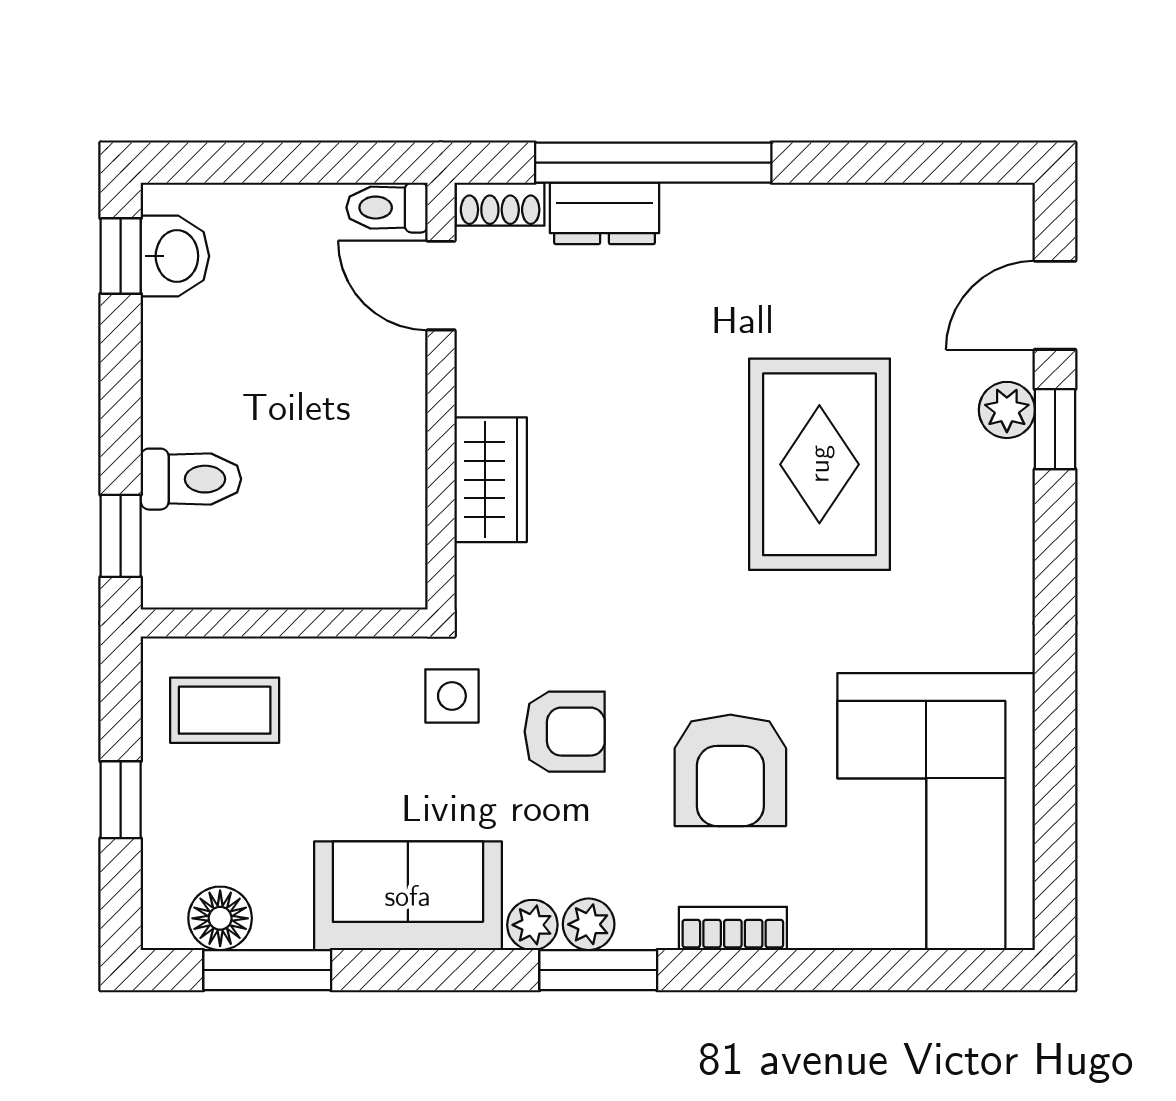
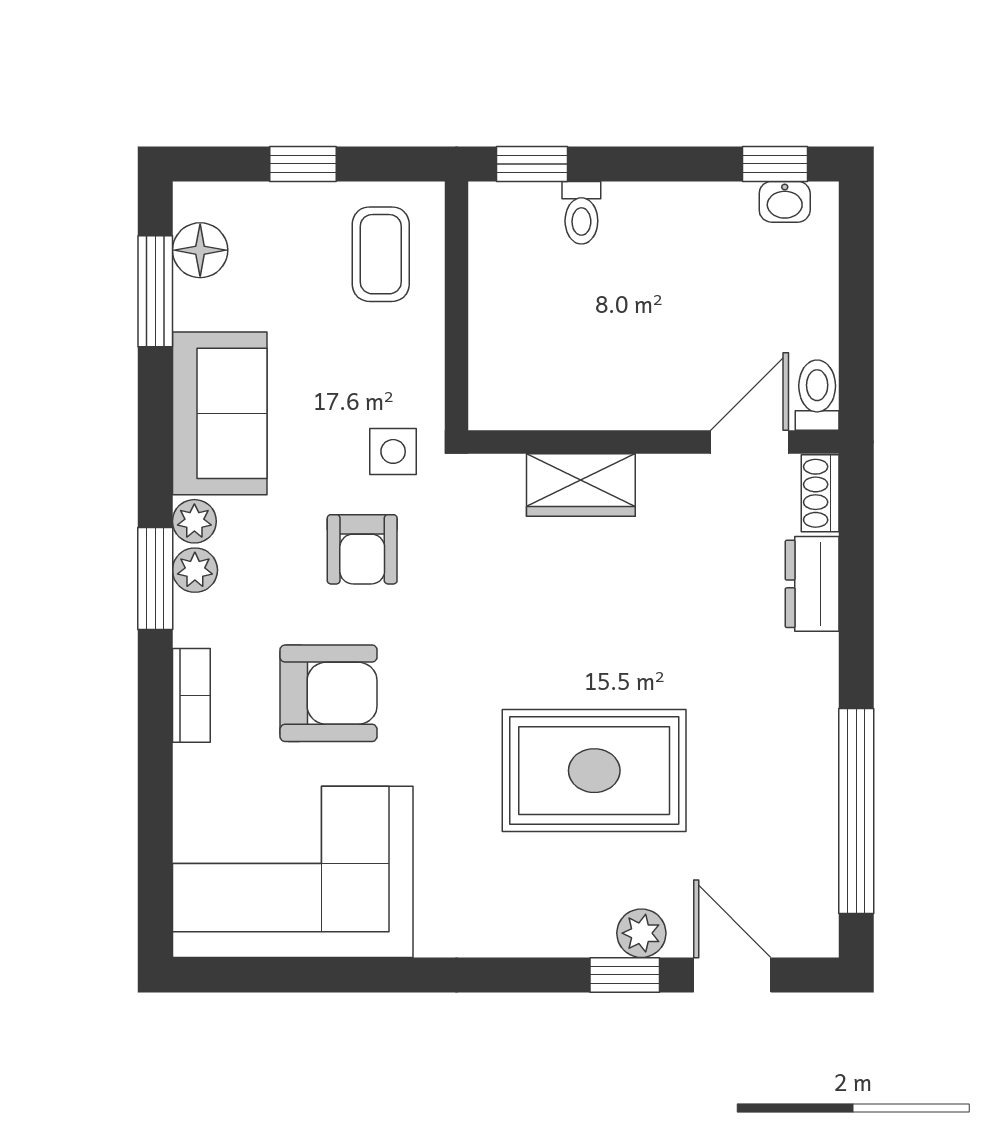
window: (653, 163) -> (856, 811), moved
washbasin: (175, 256) -> (785, 202), width x0.72, depth x0.69
toilet: (191, 479) -> (581, 213), width x0.73, depth x0.72
armchair: (730, 770) -> (329, 693), turned 180

